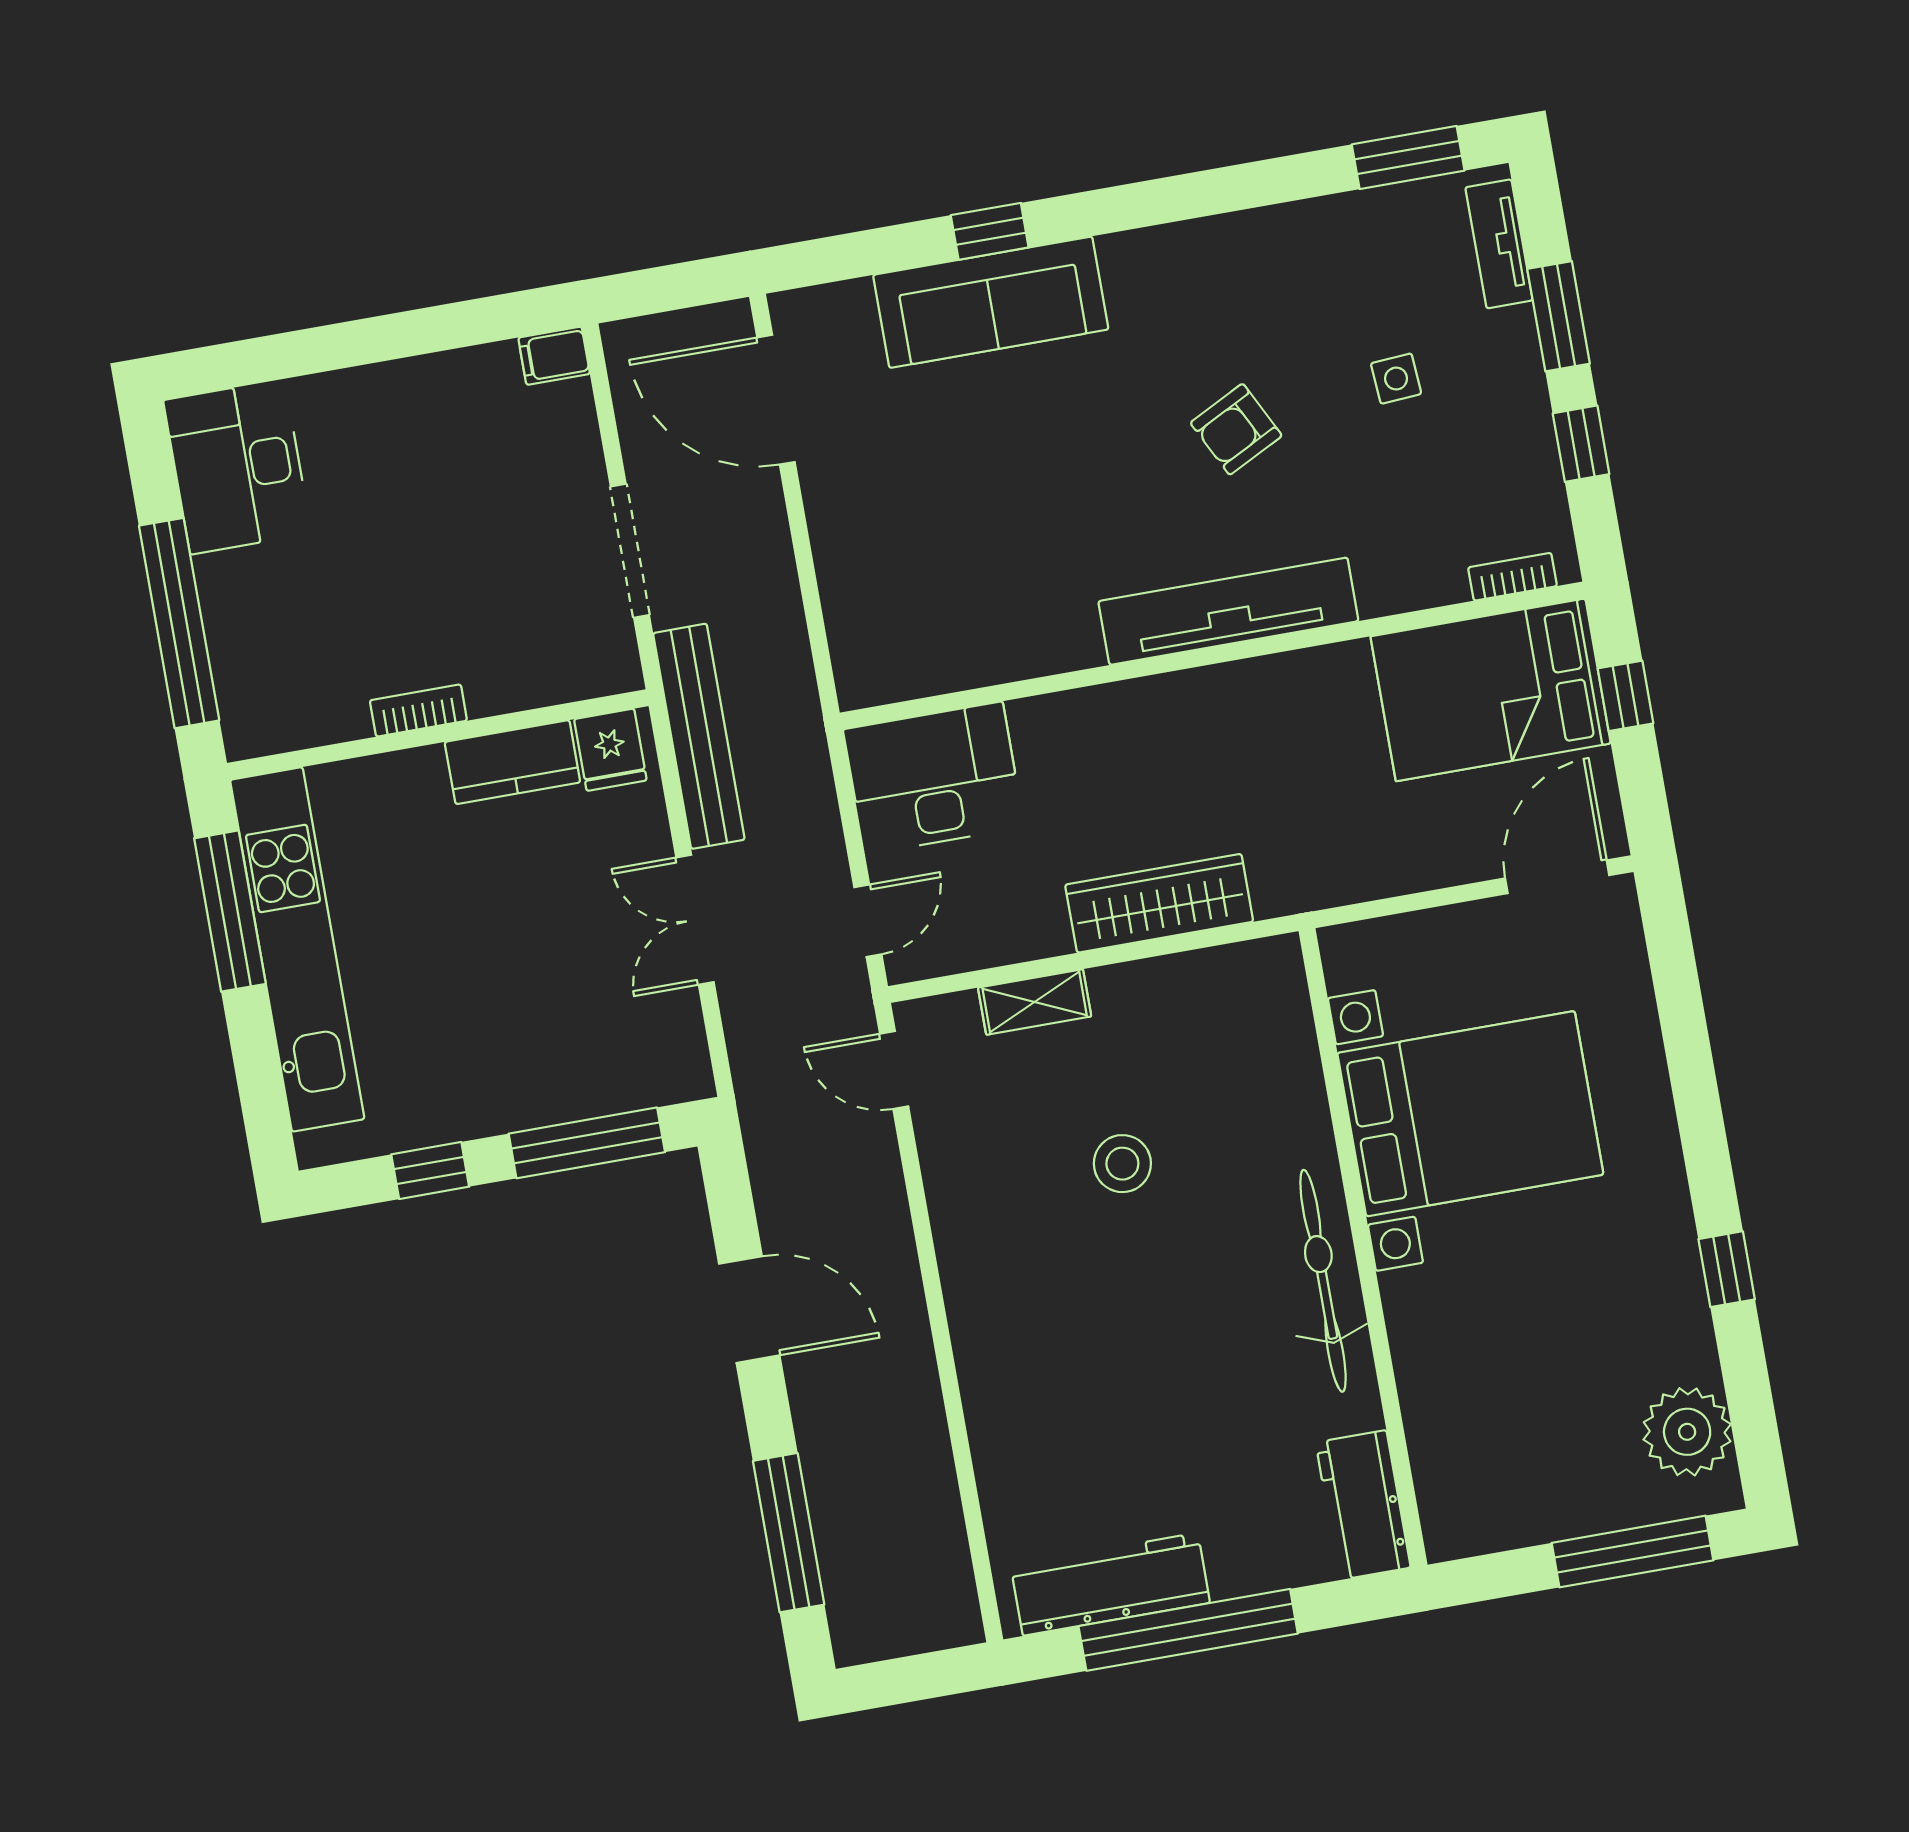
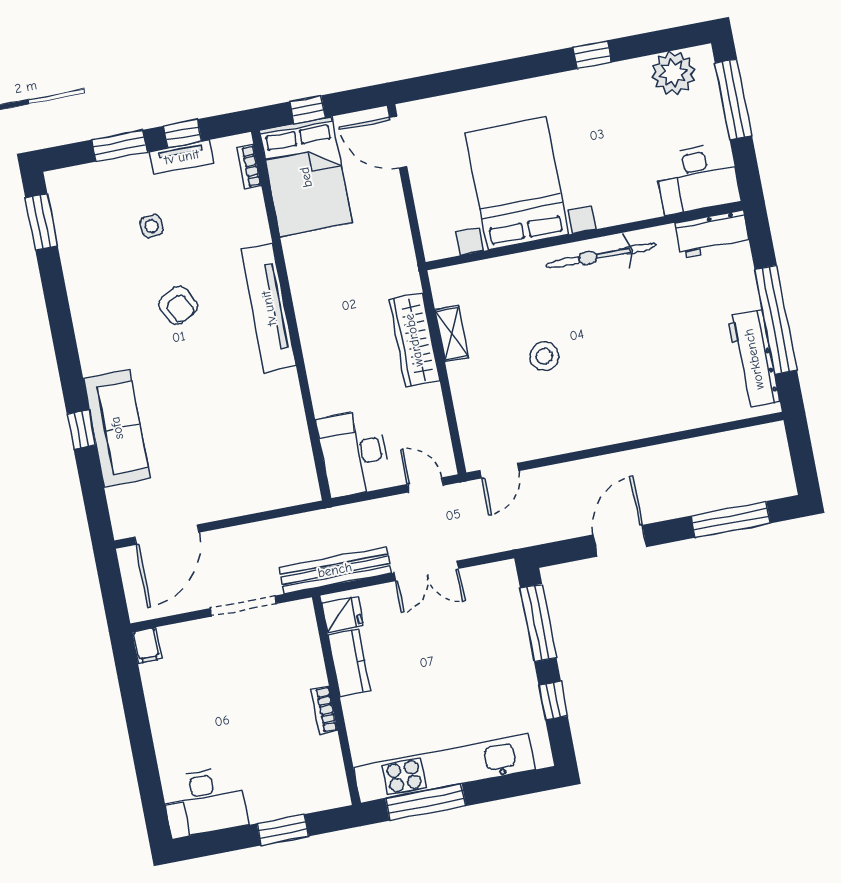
tv unit: (1499, 244) -> (182, 157), moved
window: (179, 623) -> (283, 830), width x0.47
shelving: (1035, 1002) -> (452, 334), moved
desk: (1475, 1477) -> (697, 179), added

